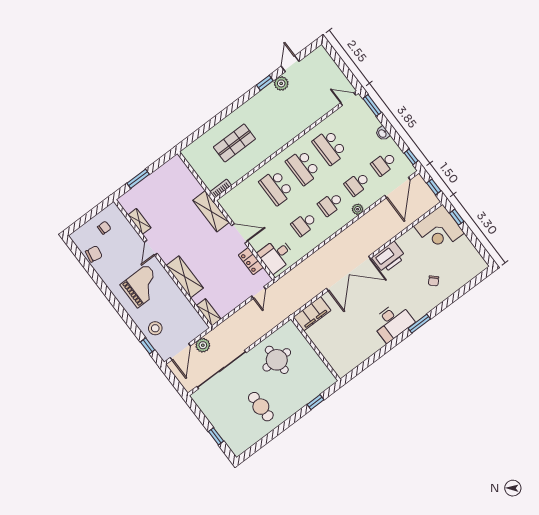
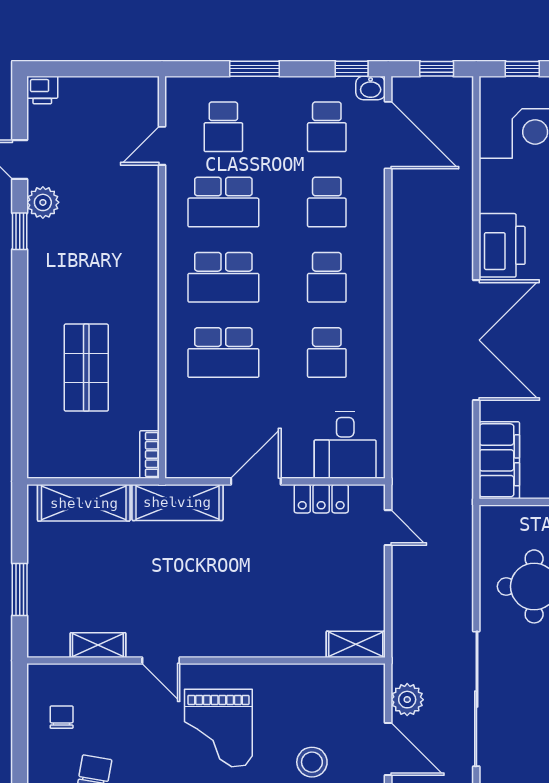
printer: (321, 53) -> (42, 90), added
door: (348, 99) -> (162, 146), moved
window: (372, 105) -> (255, 69), moved
school desk: (356, 127) -> (223, 127), added
washbasin: (383, 133) -> (371, 88), moved
plant: (358, 209) -> (373, 236), removed
shelving: (185, 277) -> (84, 503), moved
grand piano: (142, 286) -> (218, 728), turned 180

